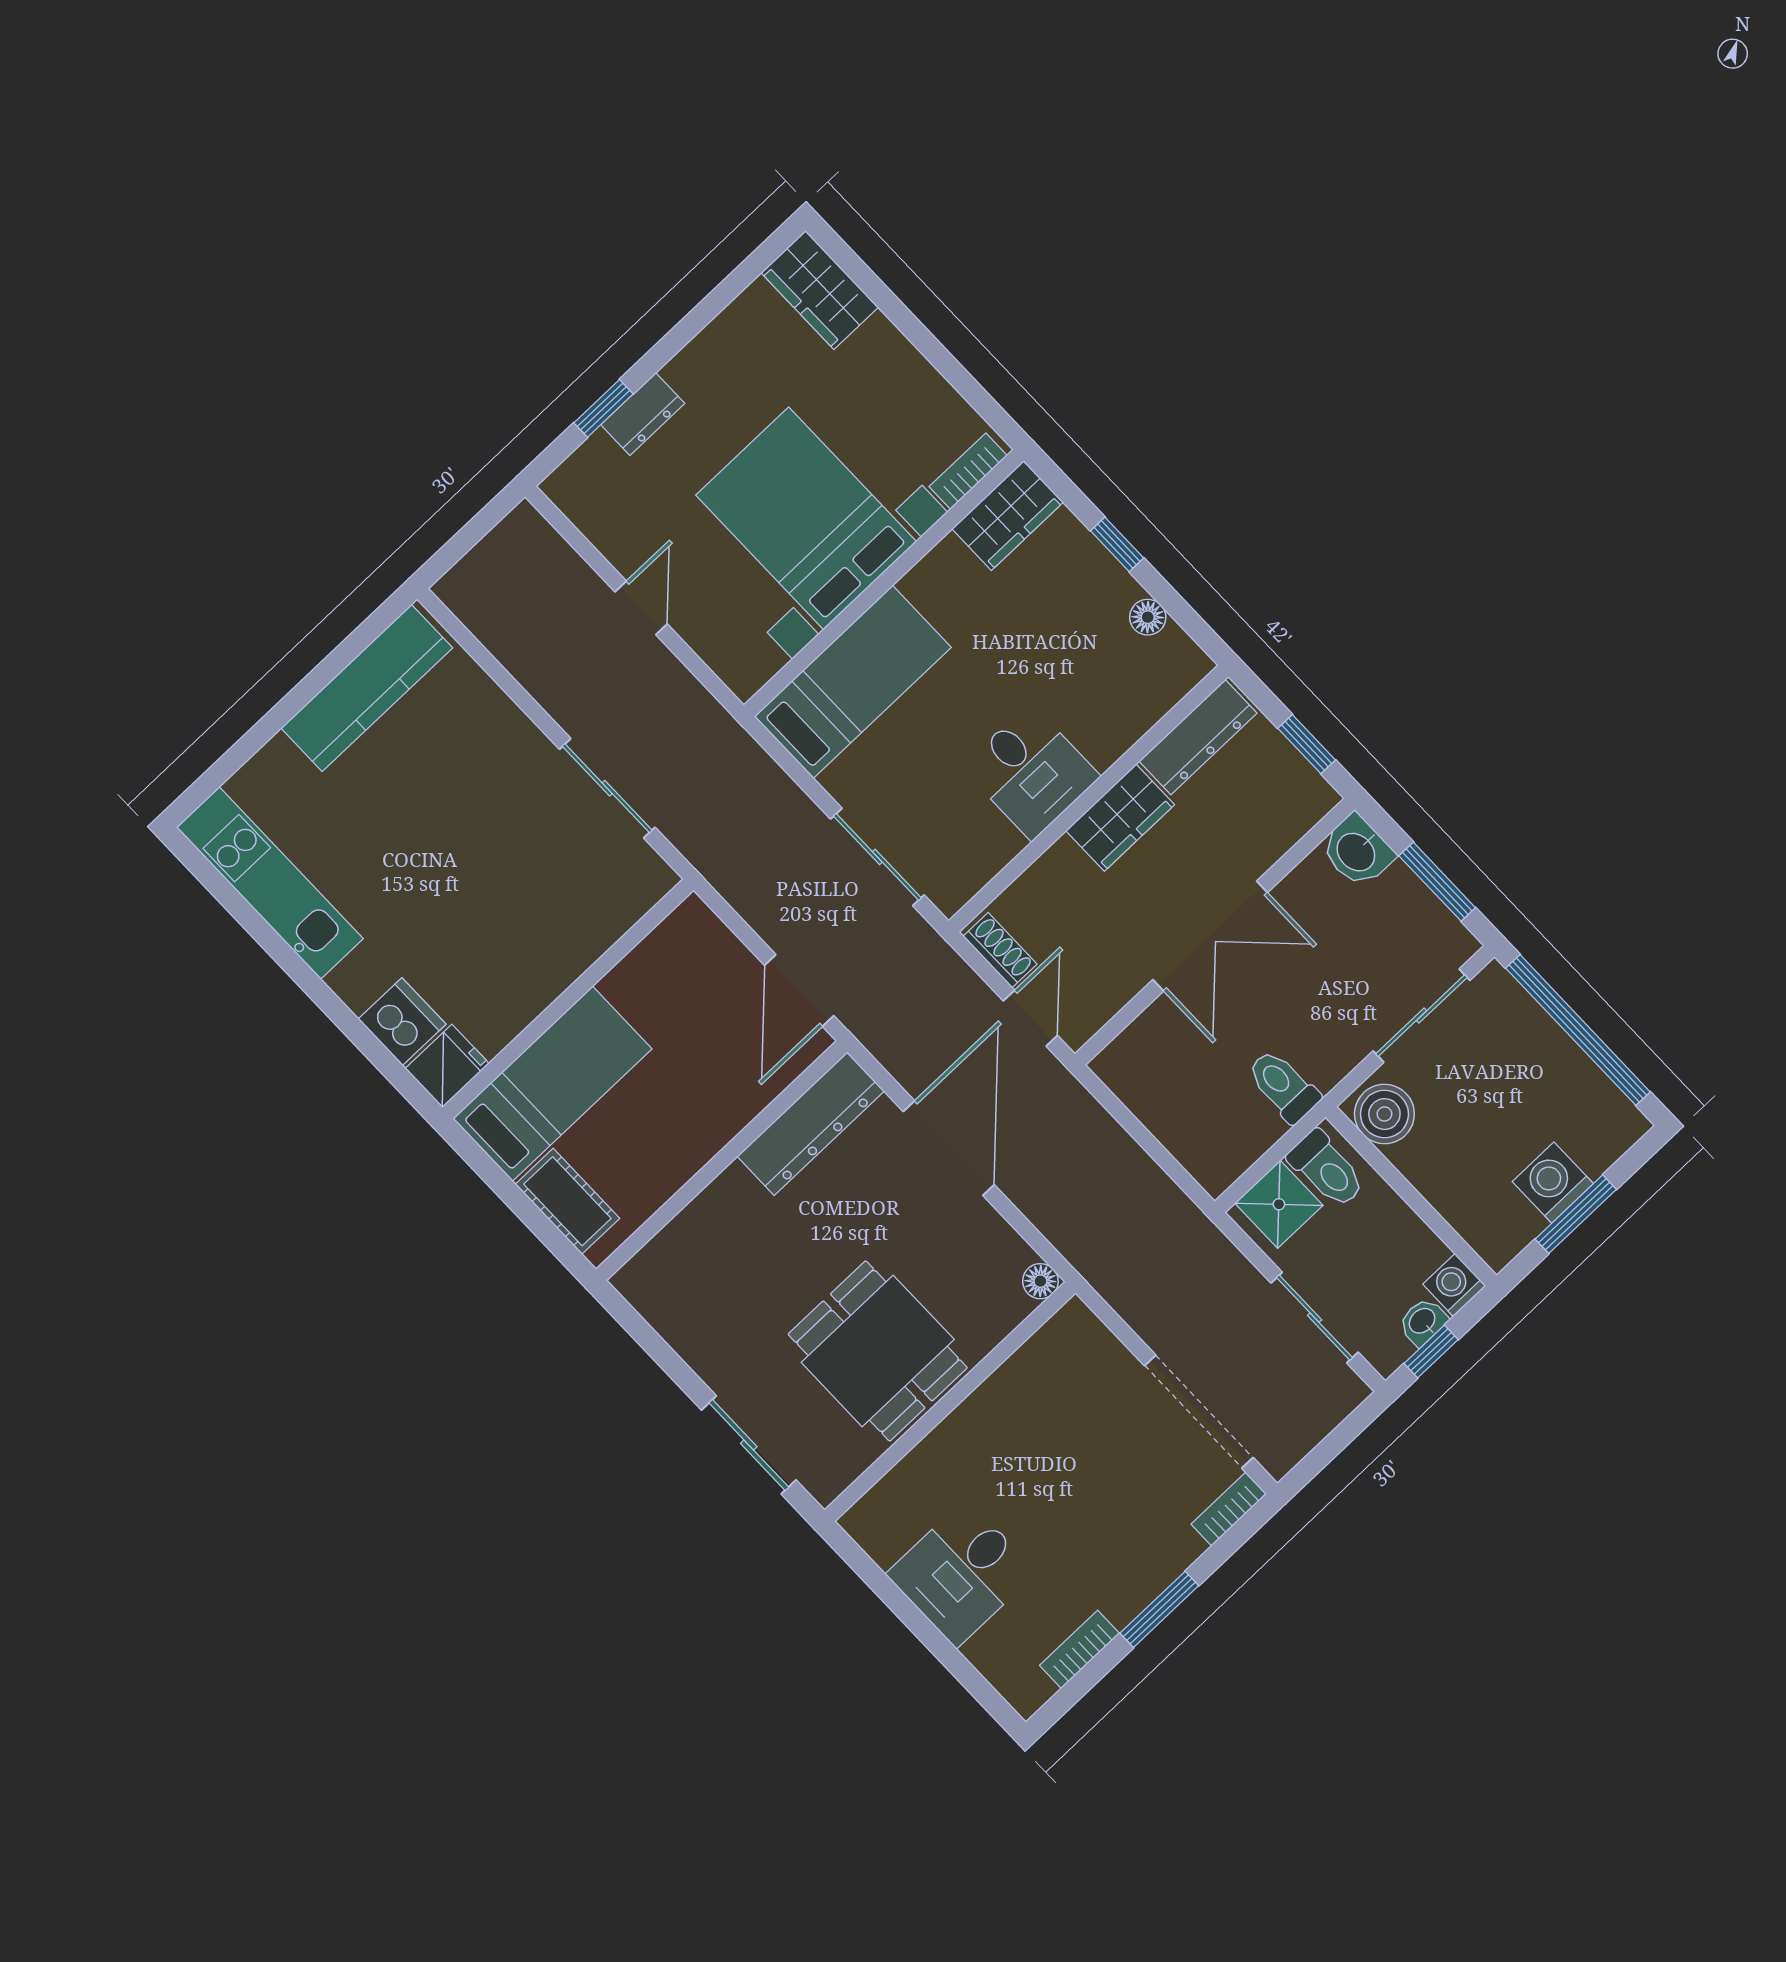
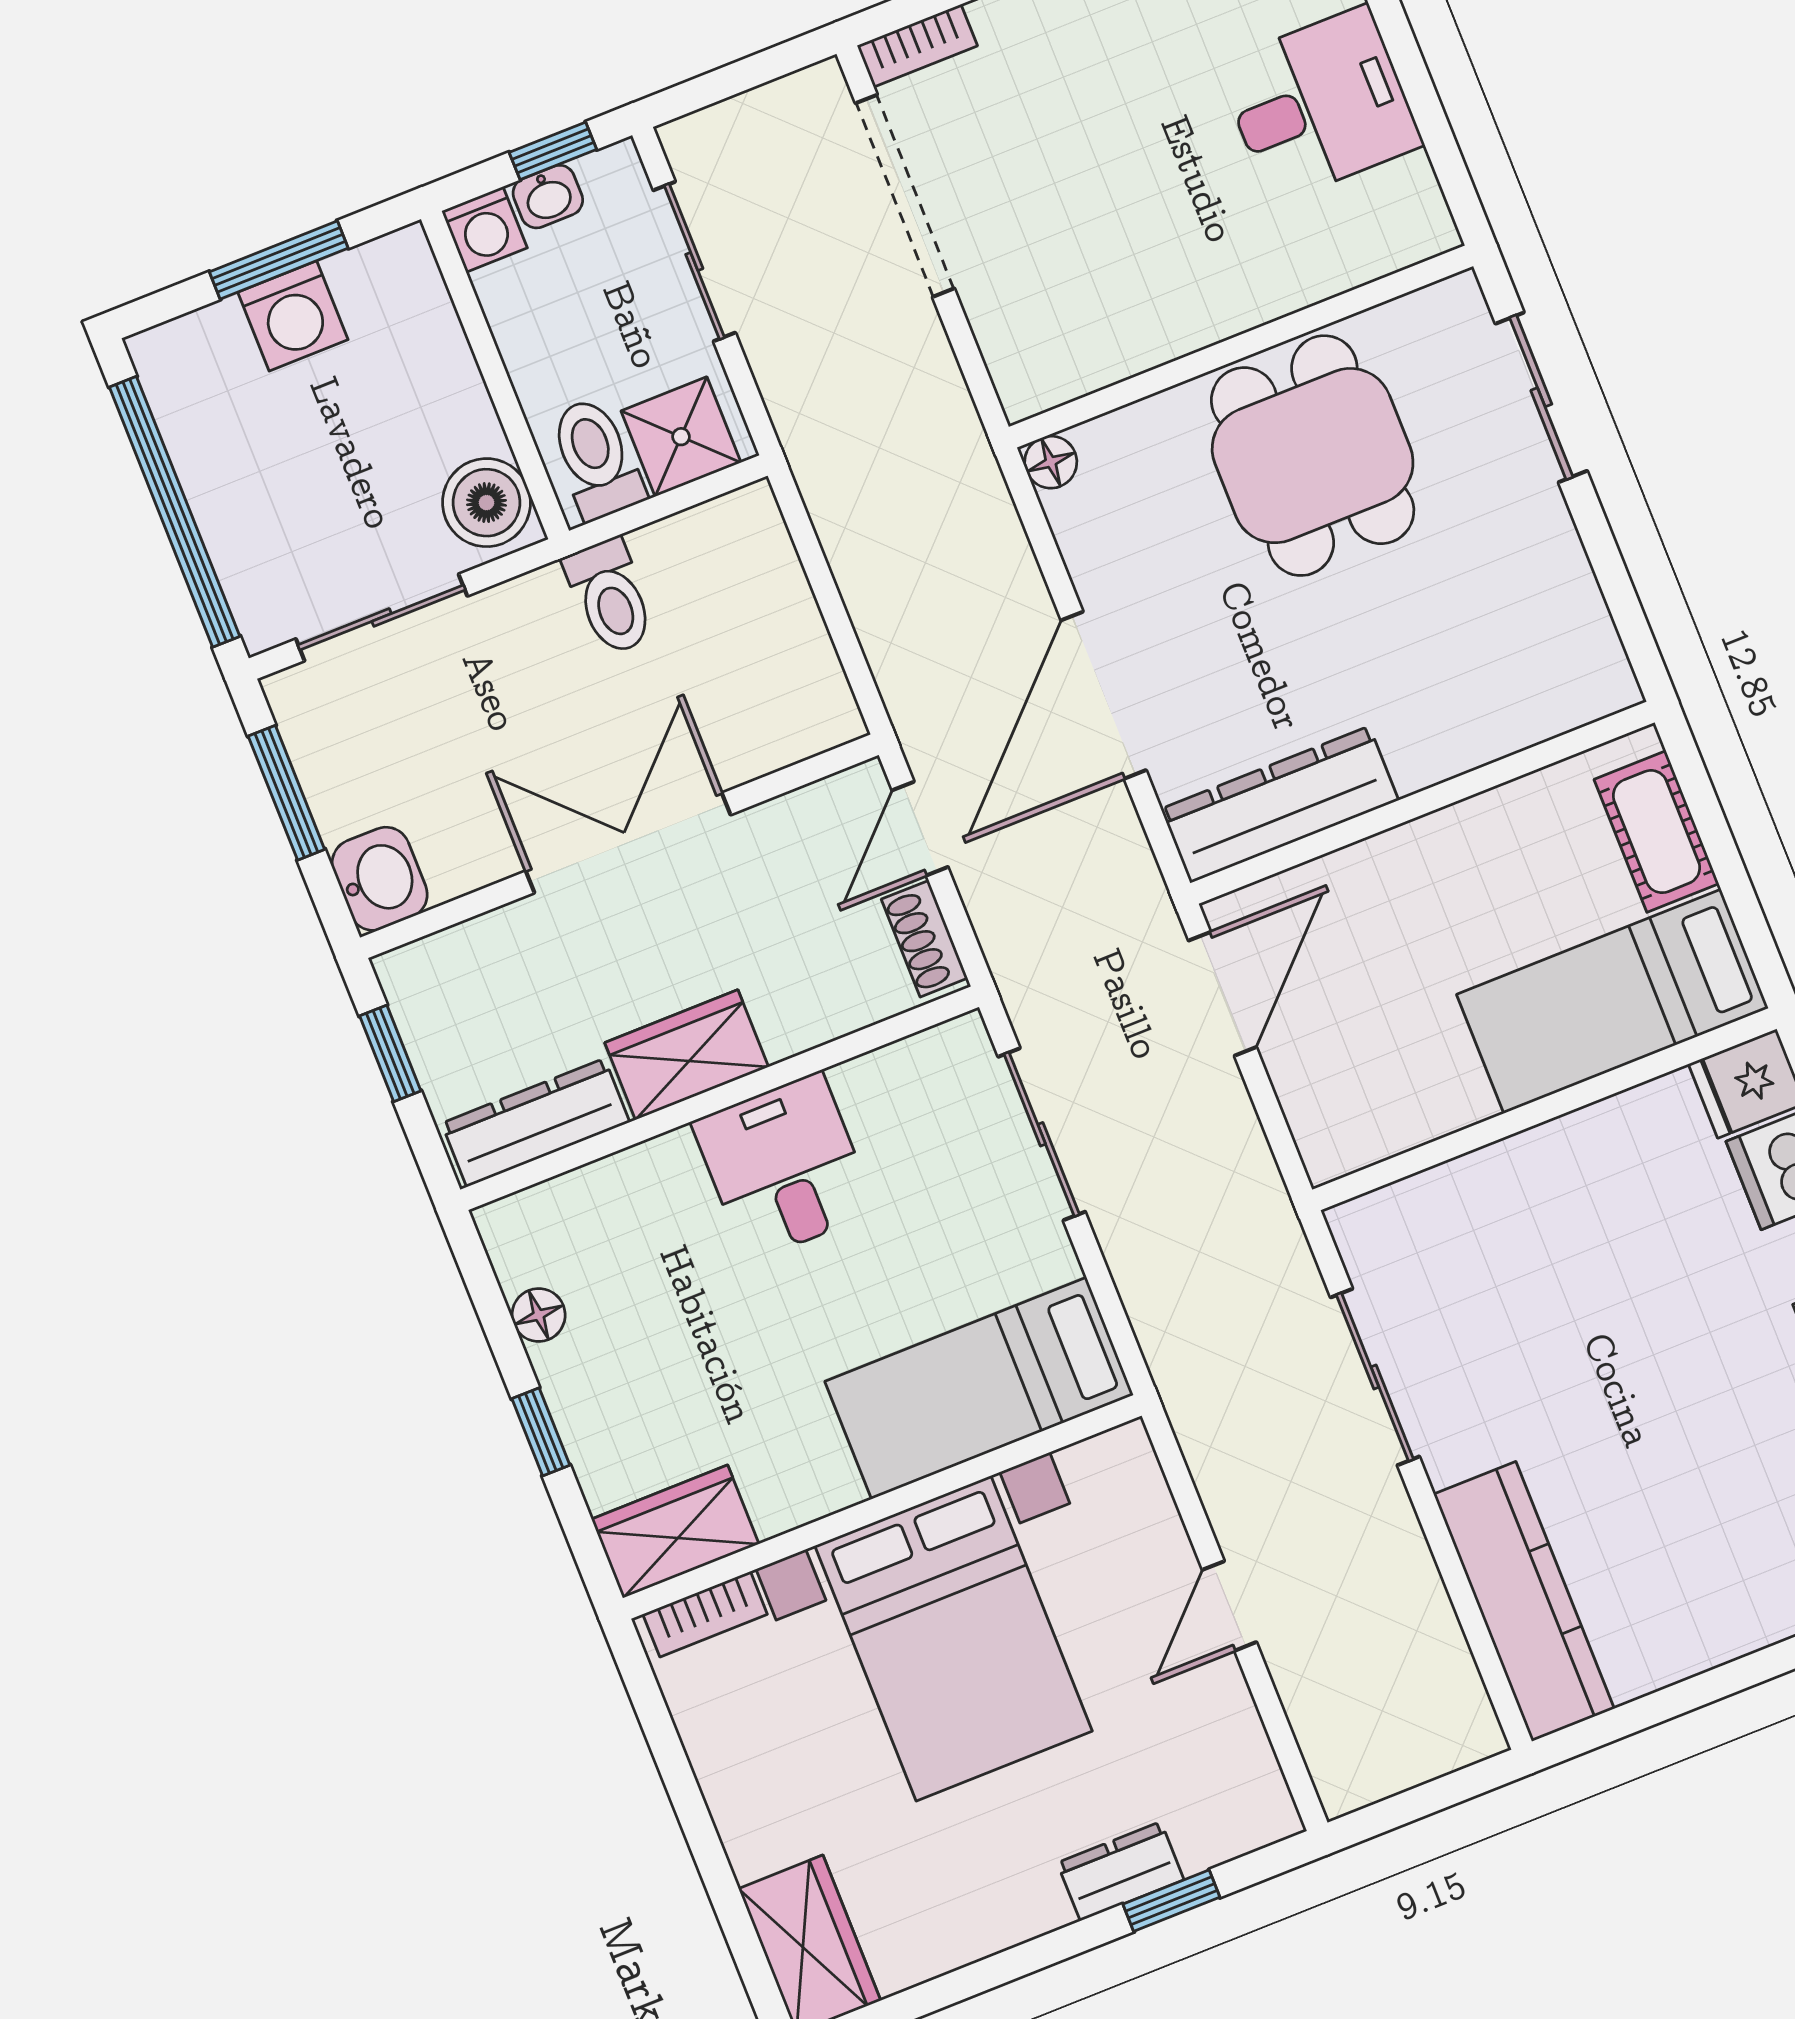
kitchen counter: (367, 688) -> (1524, 1601), moved, turned 90

